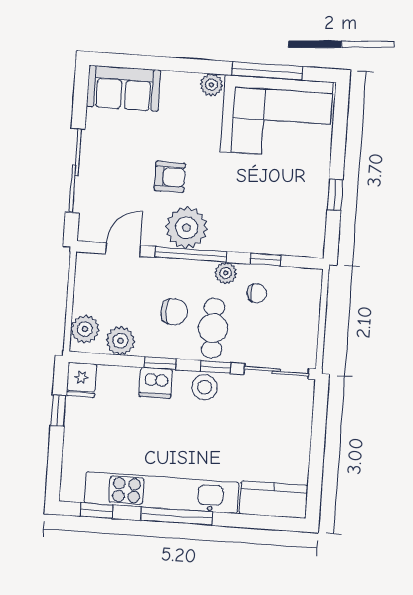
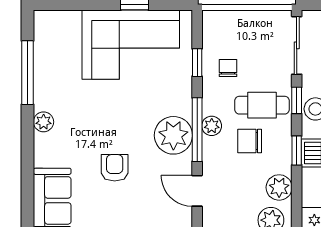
corner sofa: (277, 117) -> (131, 45), moved, turned 90
armchair: (170, 177) -> (115, 168), moved
plant: (226, 273) -> (212, 126), moved
chair: (174, 312) -> (250, 141), turned -90

